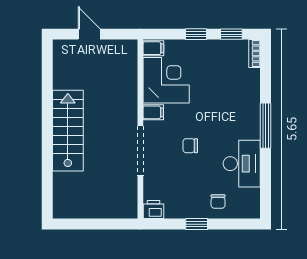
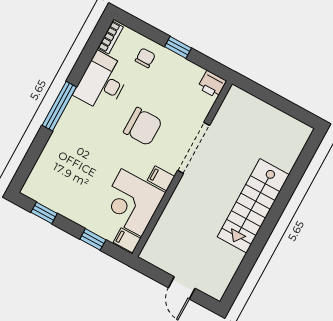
window: (196, 34) -> (93, 239), moved
bookcase: (255, 54) -> (111, 37), moved
chair: (190, 146) -> (143, 127), width x1.87, depth x1.87

